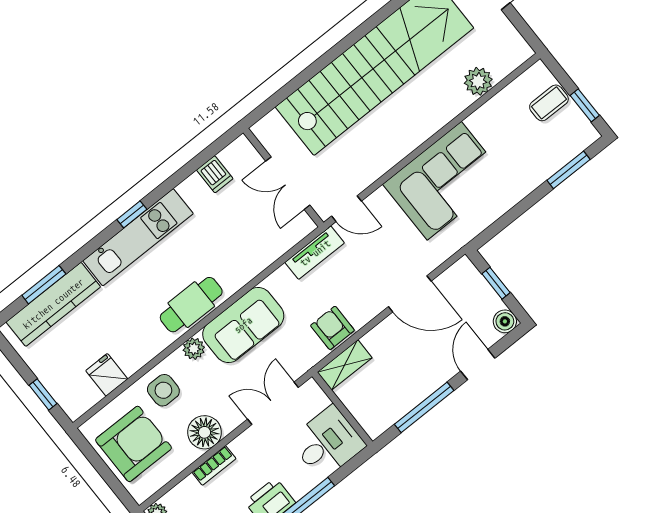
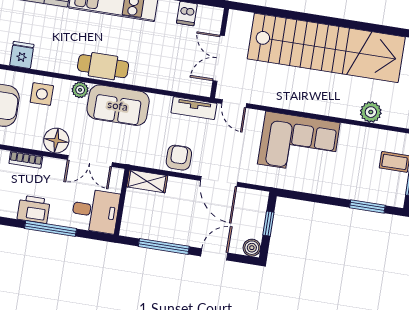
armchair: (332, 328) -> (179, 158), moved
double door: (273, 403) -> (90, 161), swing flipped
floor lamp: (205, 432) -> (56, 141), moved

